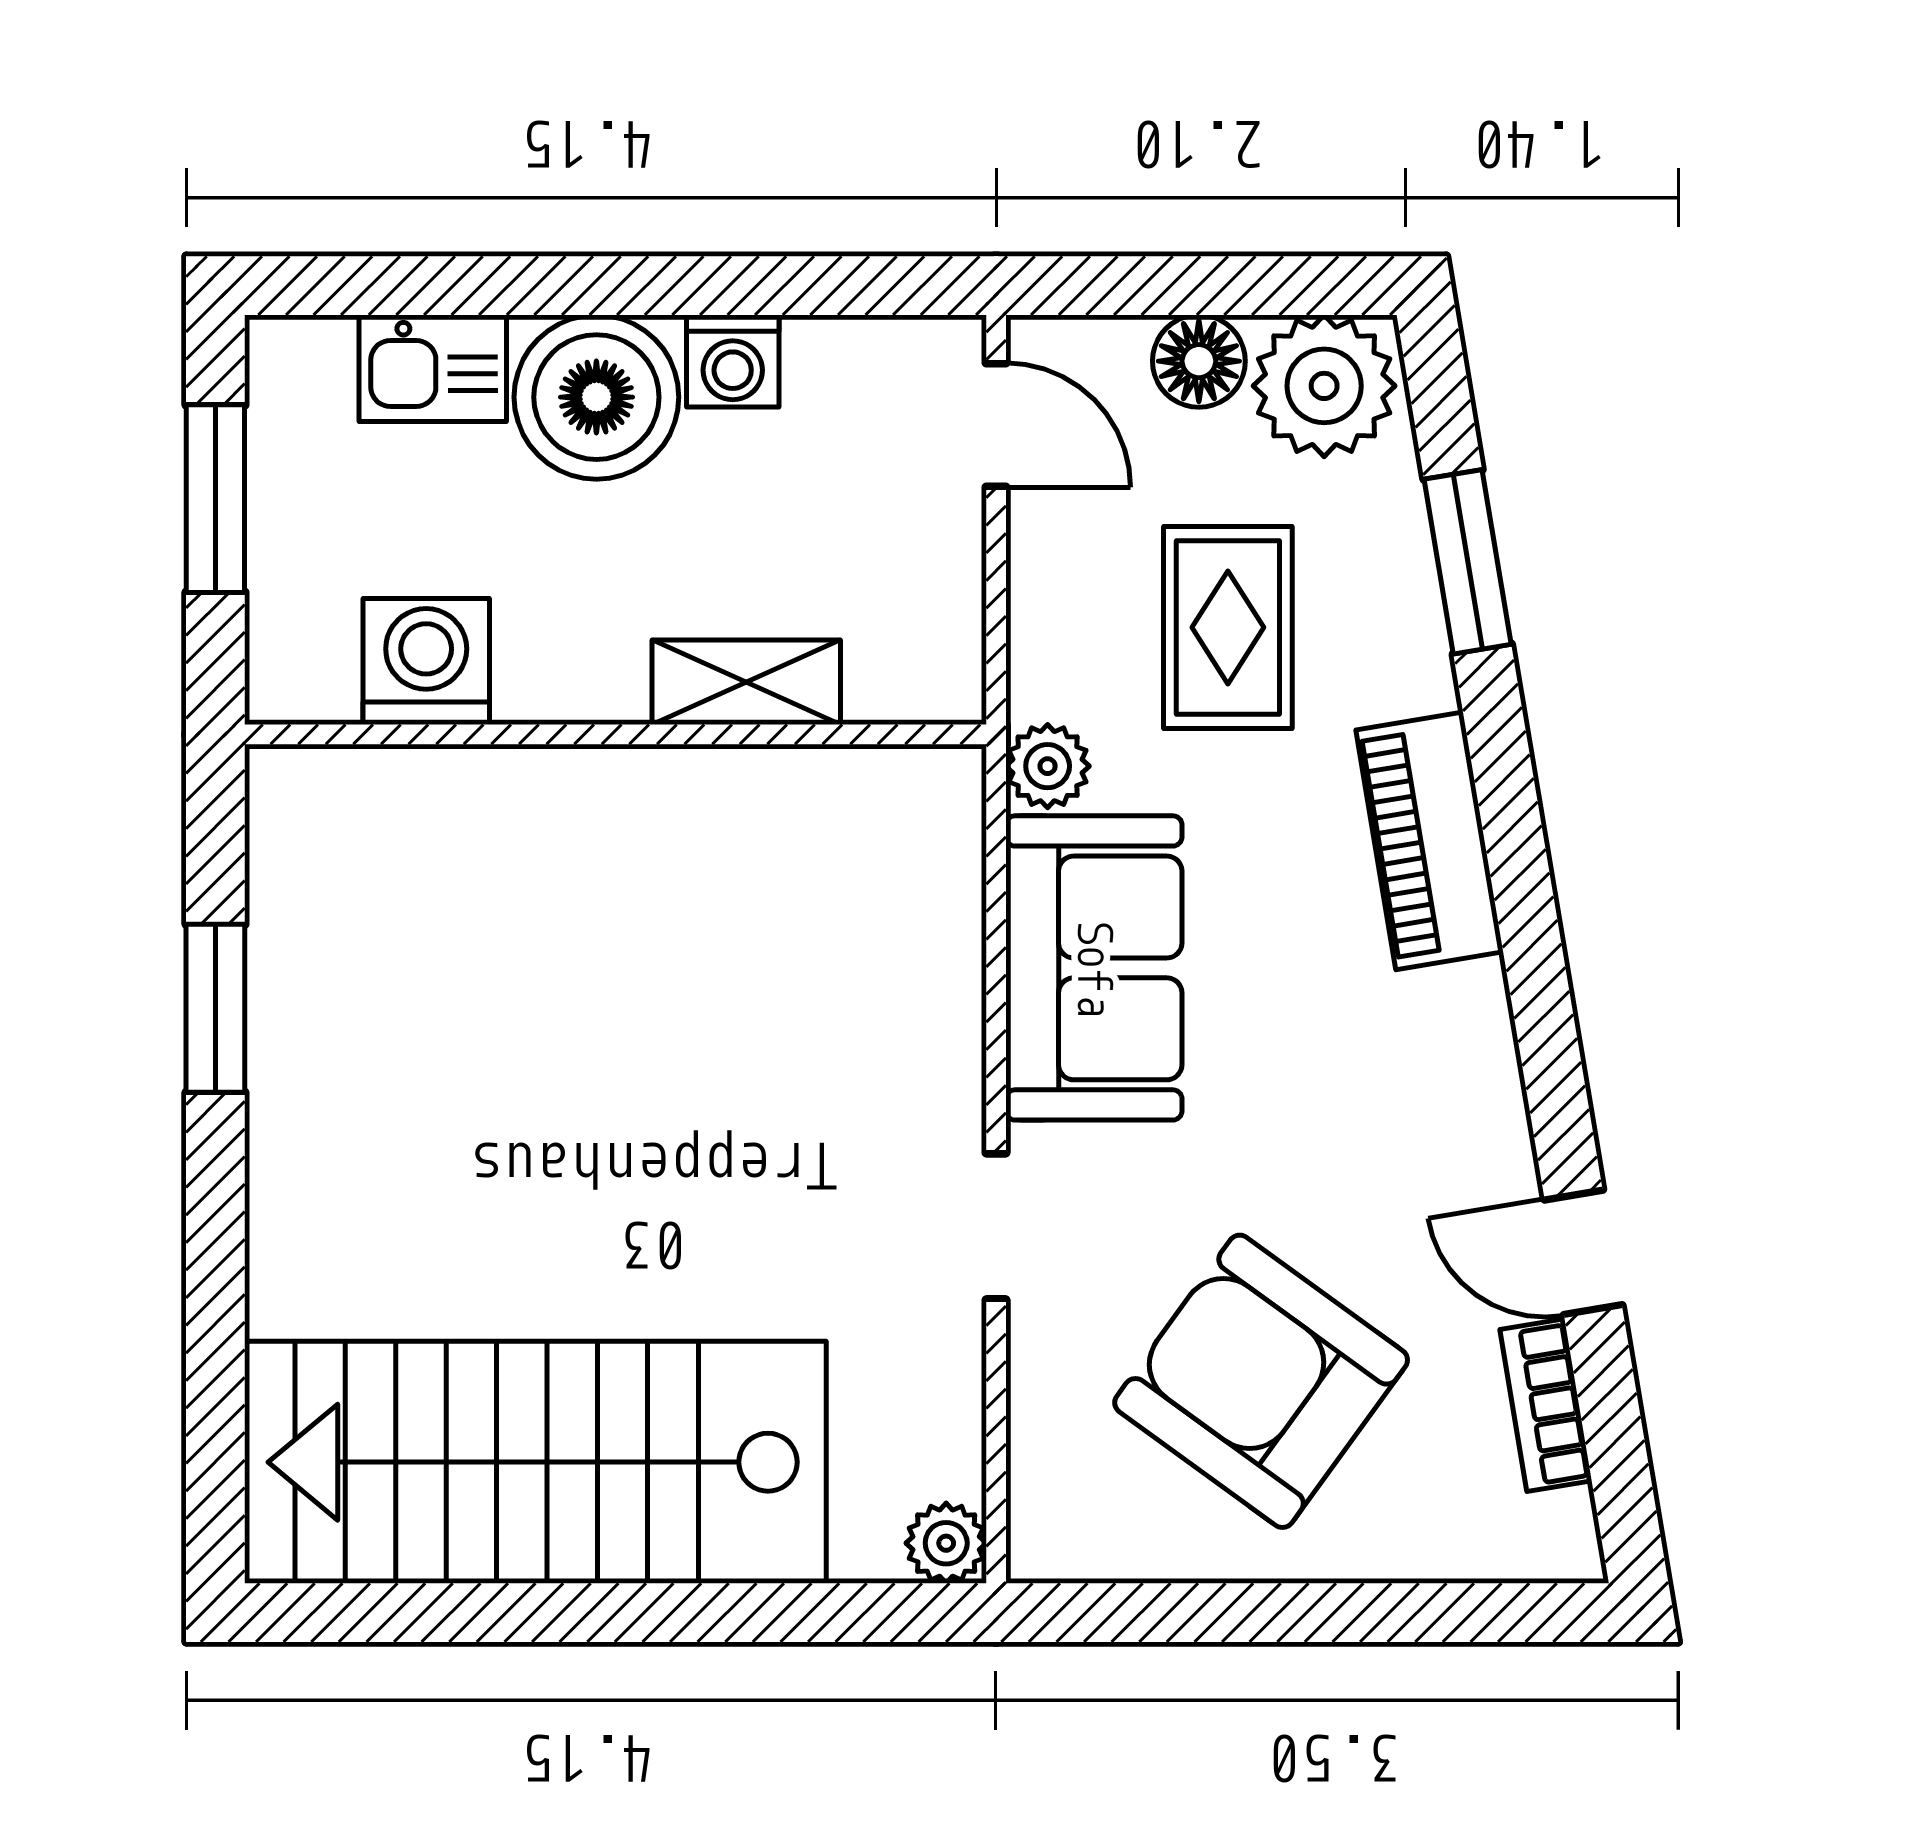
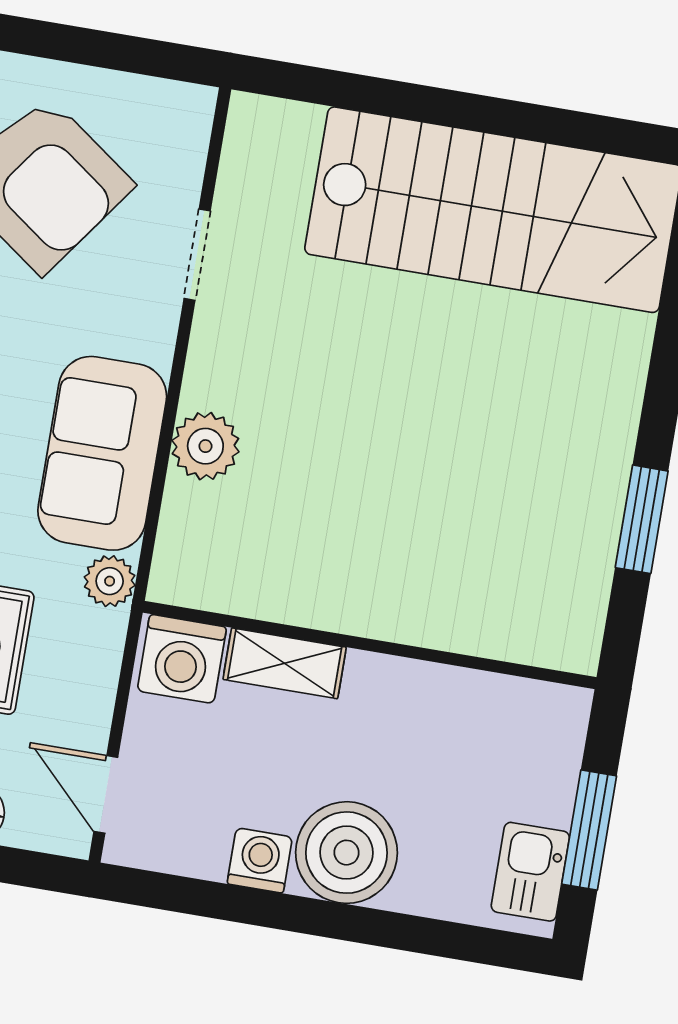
kitchen sink: (433, 368) -> (530, 872), moved, turned -90
washing machine: (426, 662) -> (182, 659), moved
doorway: (996, 1226) -> (197, 255), moved
plant: (946, 1543) -> (205, 446), moved, width x1.38, depth x1.38

